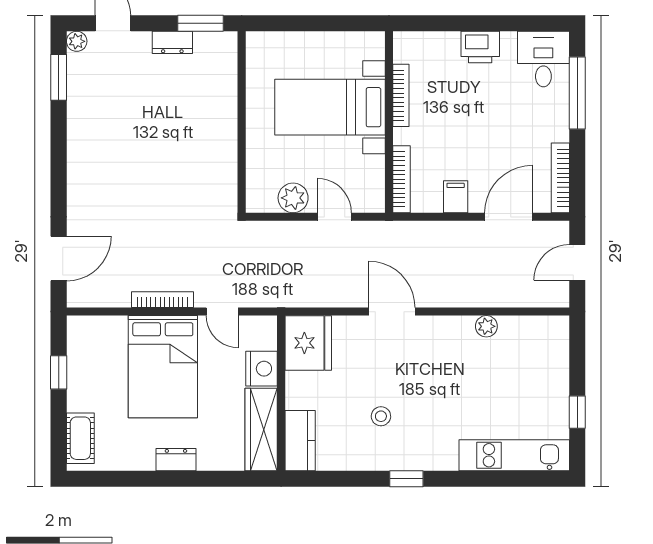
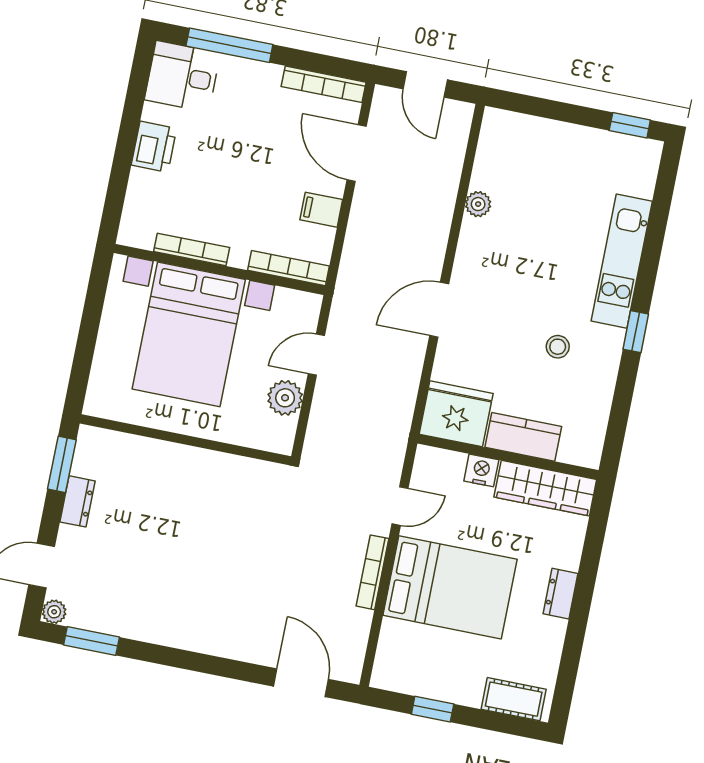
bed with nightstands: (330, 107) -> (189, 334), width x1.36
nightstand: (261, 369) -> (481, 470), width x0.74, depth x0.75
window: (577, 412) -> (630, 125), moved
kitchen counter: (300, 441) -> (523, 437), moved
kitchen unit: (514, 455) -> (622, 261), moved

